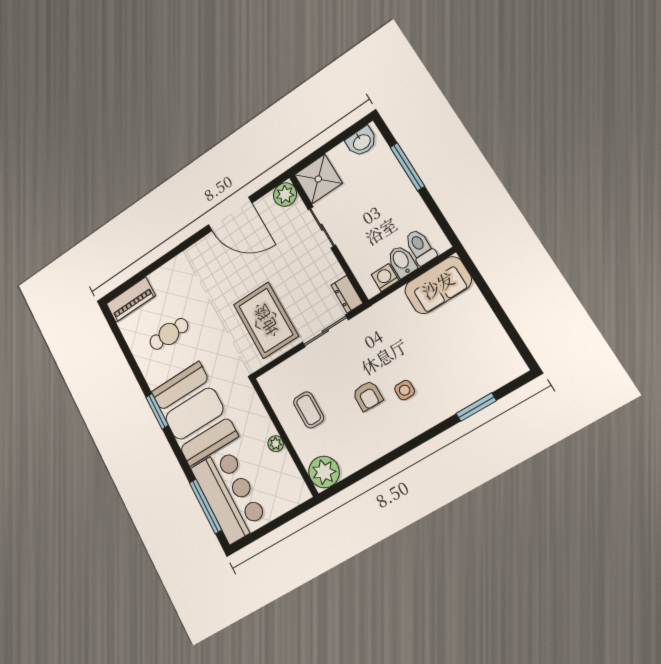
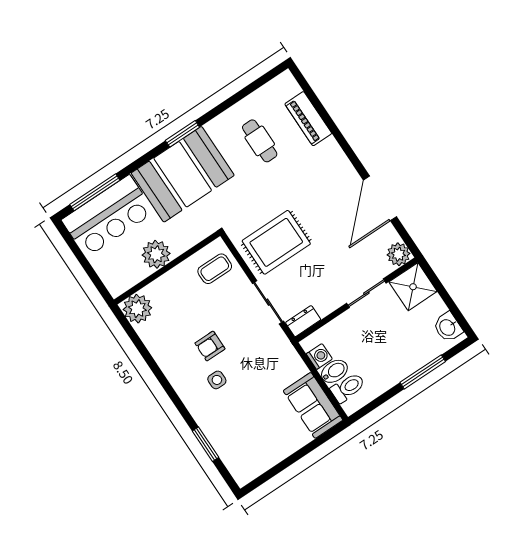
piano: (131, 300) -> (308, 119), moved
coffee table: (309, 410) -> (215, 269), moved
plant: (276, 444) -> (156, 254), width x1.88, depth x1.88

